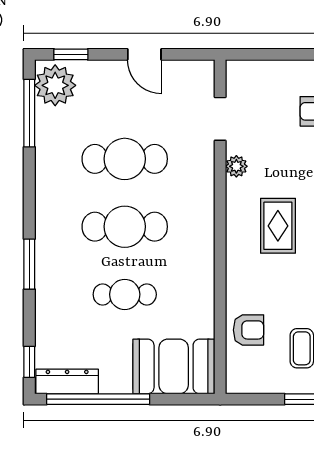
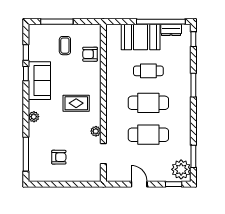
window: (29, 113) -> (193, 156), width x0.69
rug: (278, 226) -> (76, 103), turned 90
booth: (174, 366) -> (141, 37), moved
dresser: (67, 381) -> (171, 30), width x0.70

